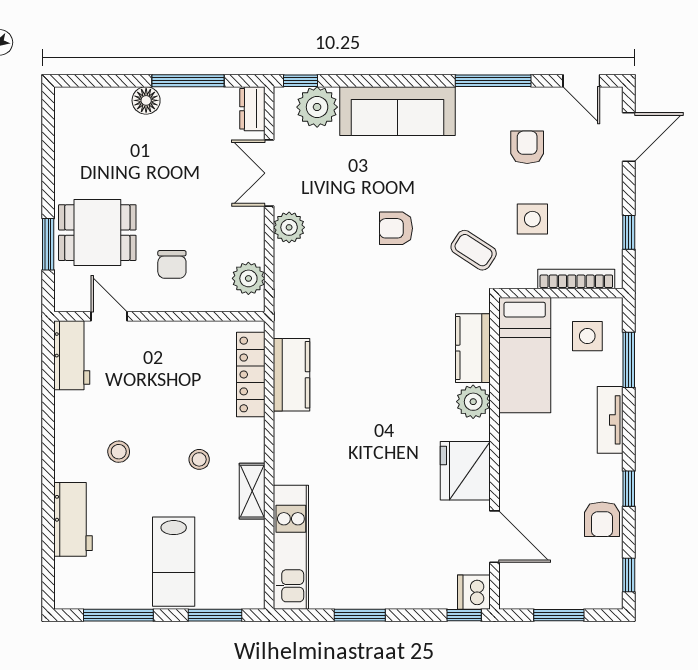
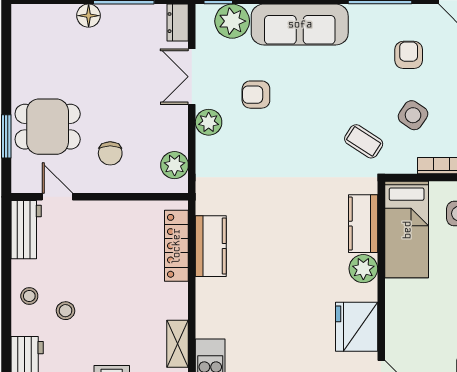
side table: (532, 219) -> (413, 115), turned 34
armchair: (396, 228) -> (256, 95), moved
stool: (199, 459) -> (29, 296), moved

